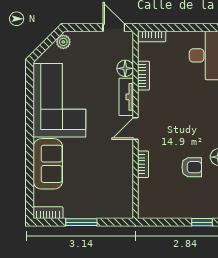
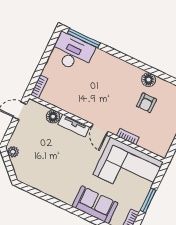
bookcase: (143, 76) -> (64, 106), removed
corner sofa: (59, 100) -> (128, 168), moved, turned 180
armchair: (192, 167) -> (147, 103), turned 180

